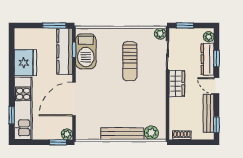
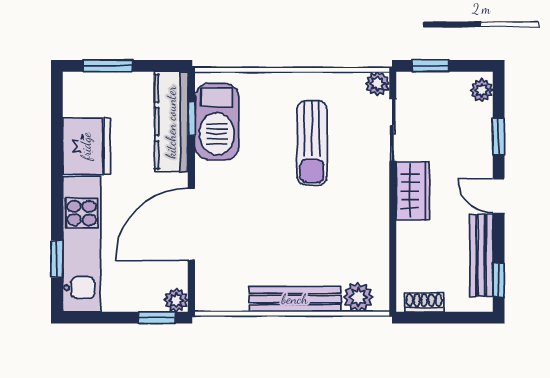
window: (54, 25) -> (108, 66), moved
dresser: (207, 59) -> (479, 139), removed

